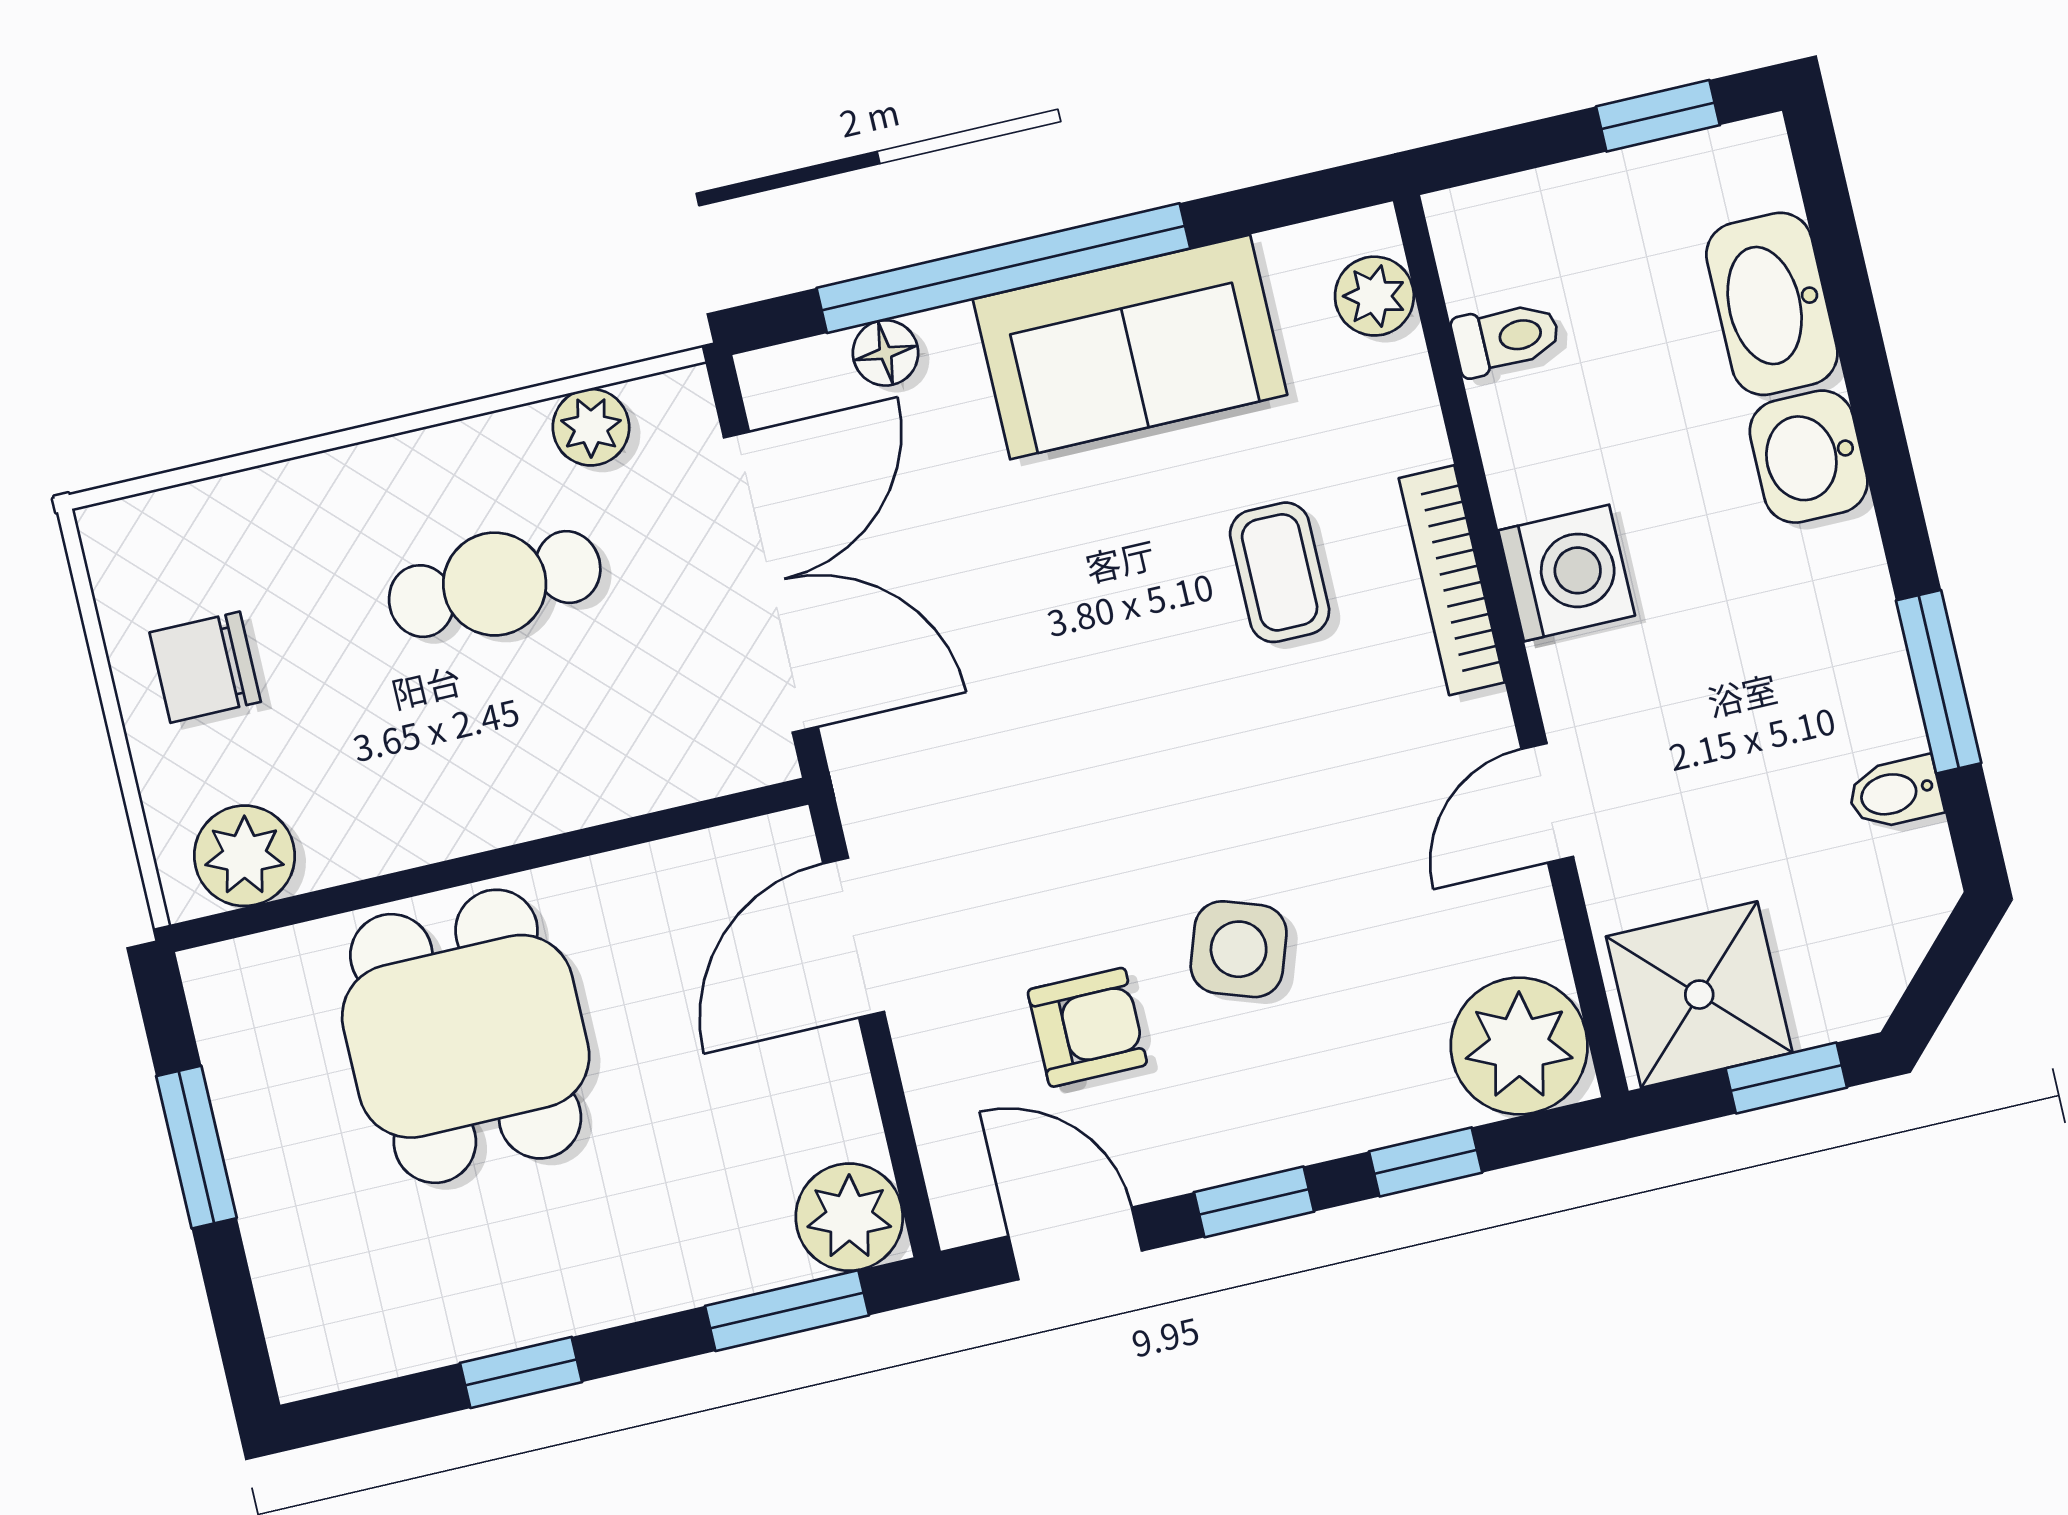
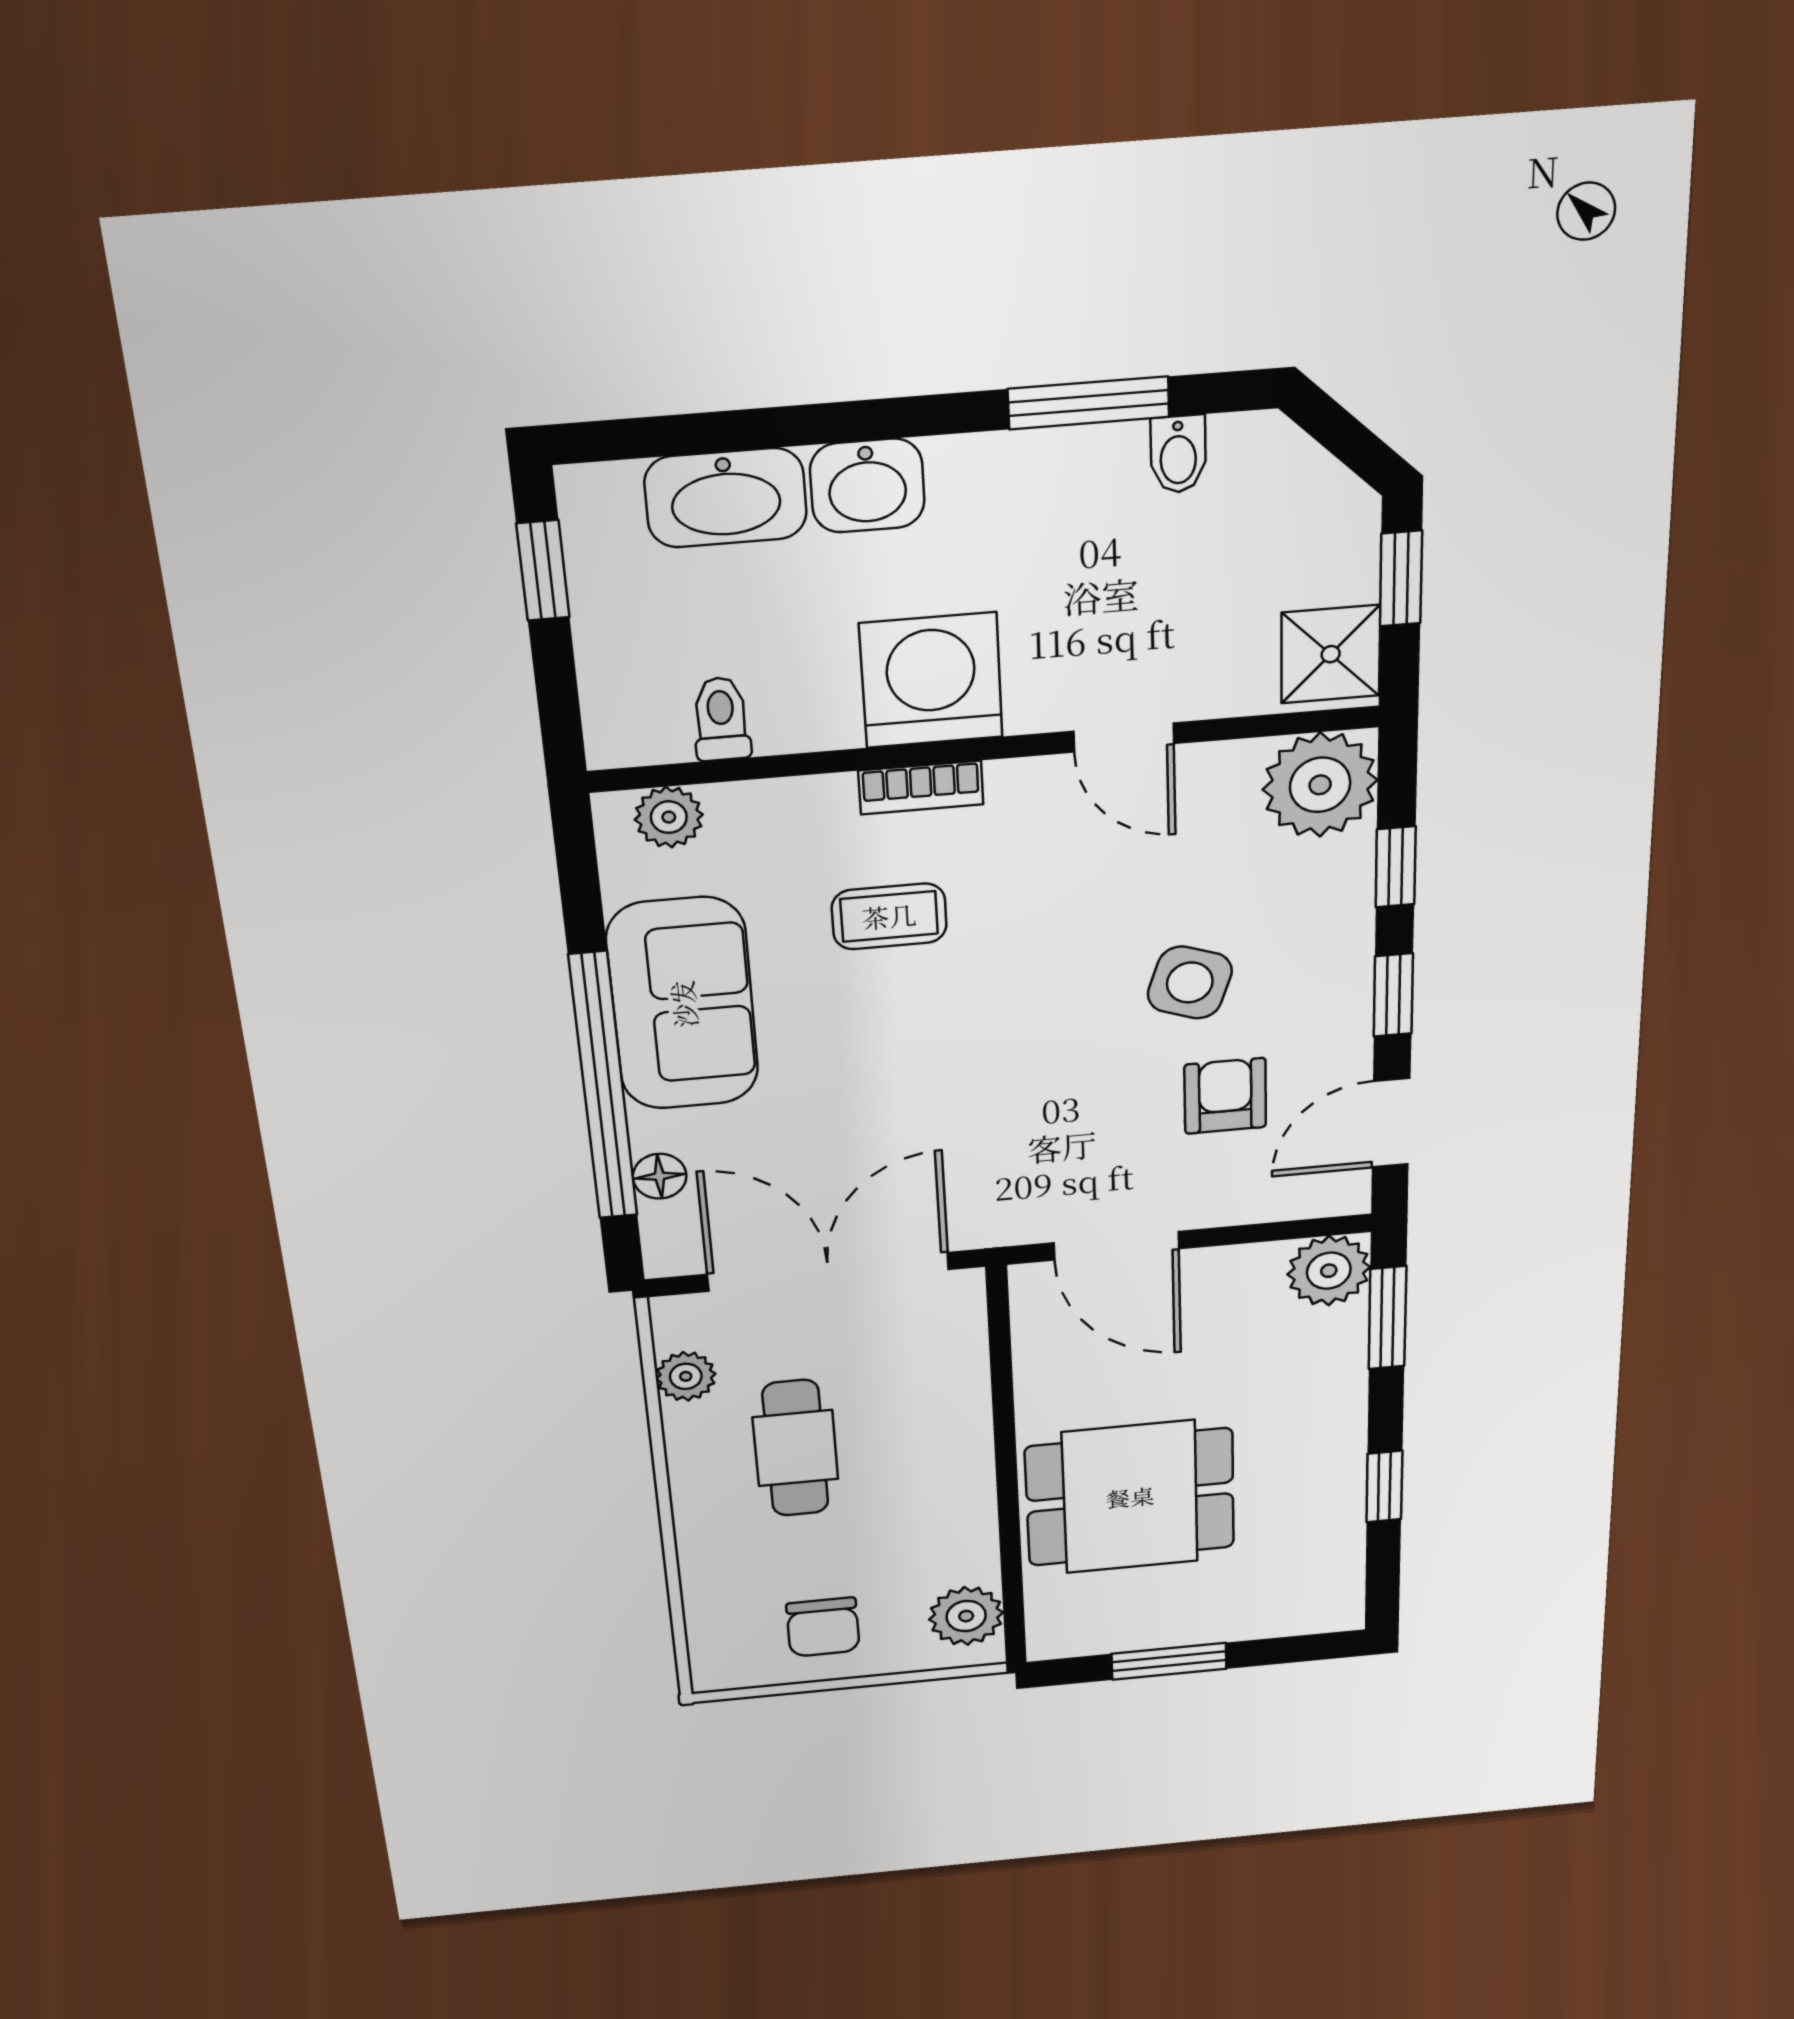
washing machine: (1567, 573) -> (931, 680), width x1.37, depth x1.37
bookcase: (1452, 580) -> (921, 788), width x0.64
shower: (1699, 995) -> (1331, 654), width x0.73, depth x0.73

